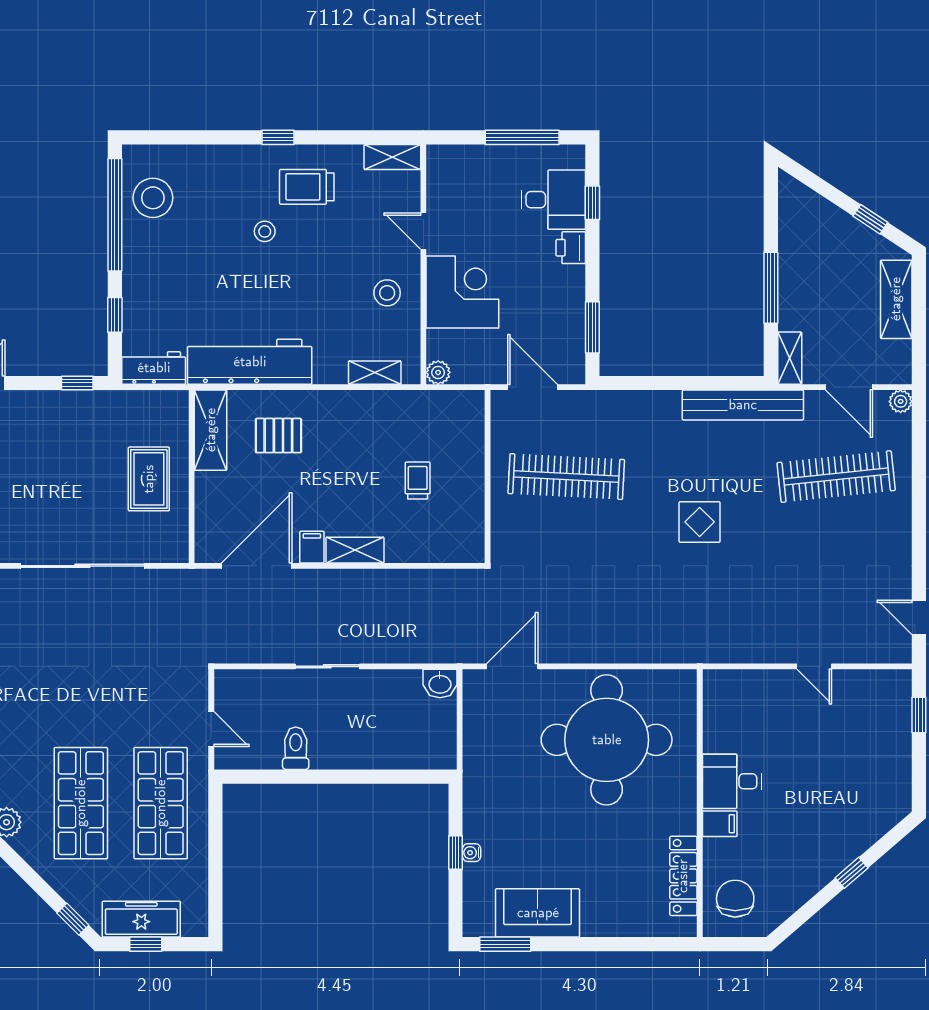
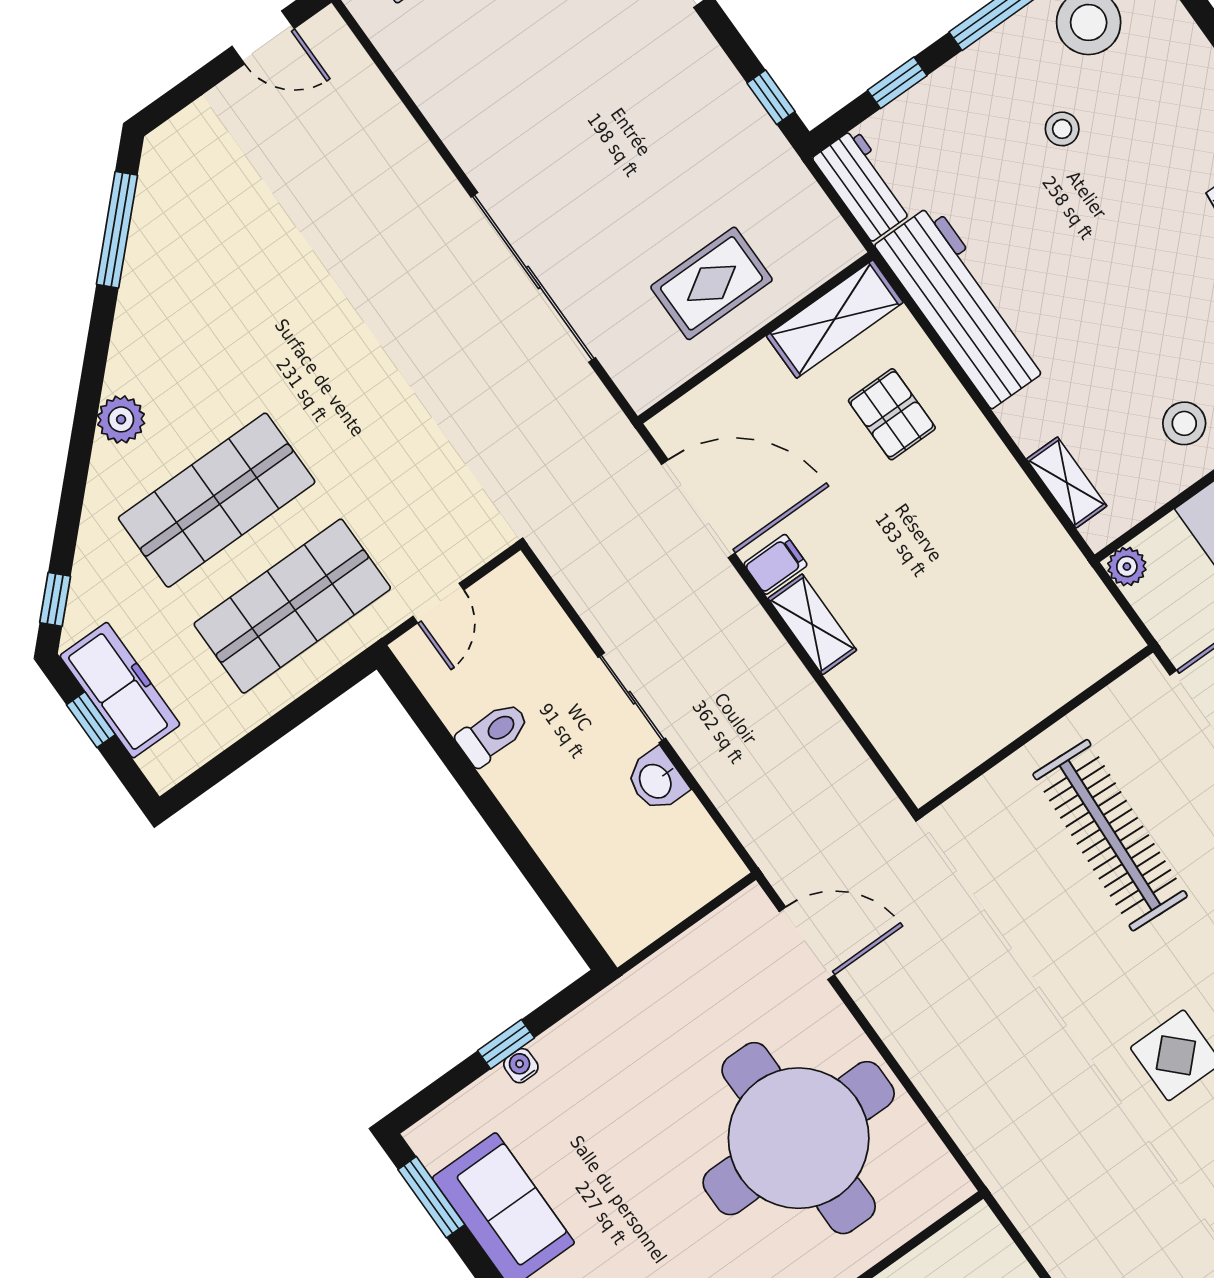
stool: (265, 231) -> (1062, 129), moved
trolley: (418, 481) -> (964, 642), removed
washbasin: (440, 683) -> (656, 780), moved

